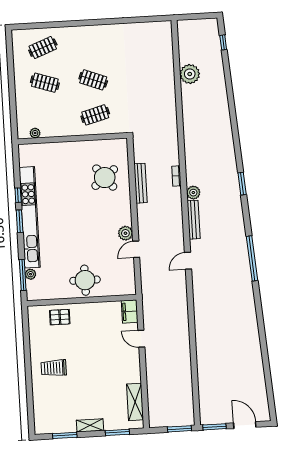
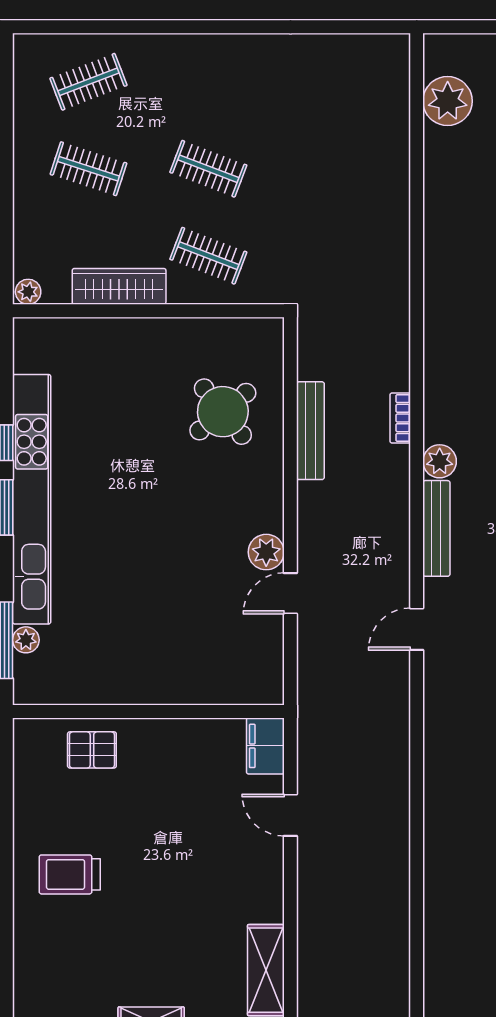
plant: (190, 74) -> (448, 101), moved
clothes rail: (95, 115) -> (208, 256), turned 36
wardrobe: (60, 129) -> (119, 286), added
plant: (35, 133) -> (28, 292), moved
round table: (85, 280) -> (160, 662), removed

